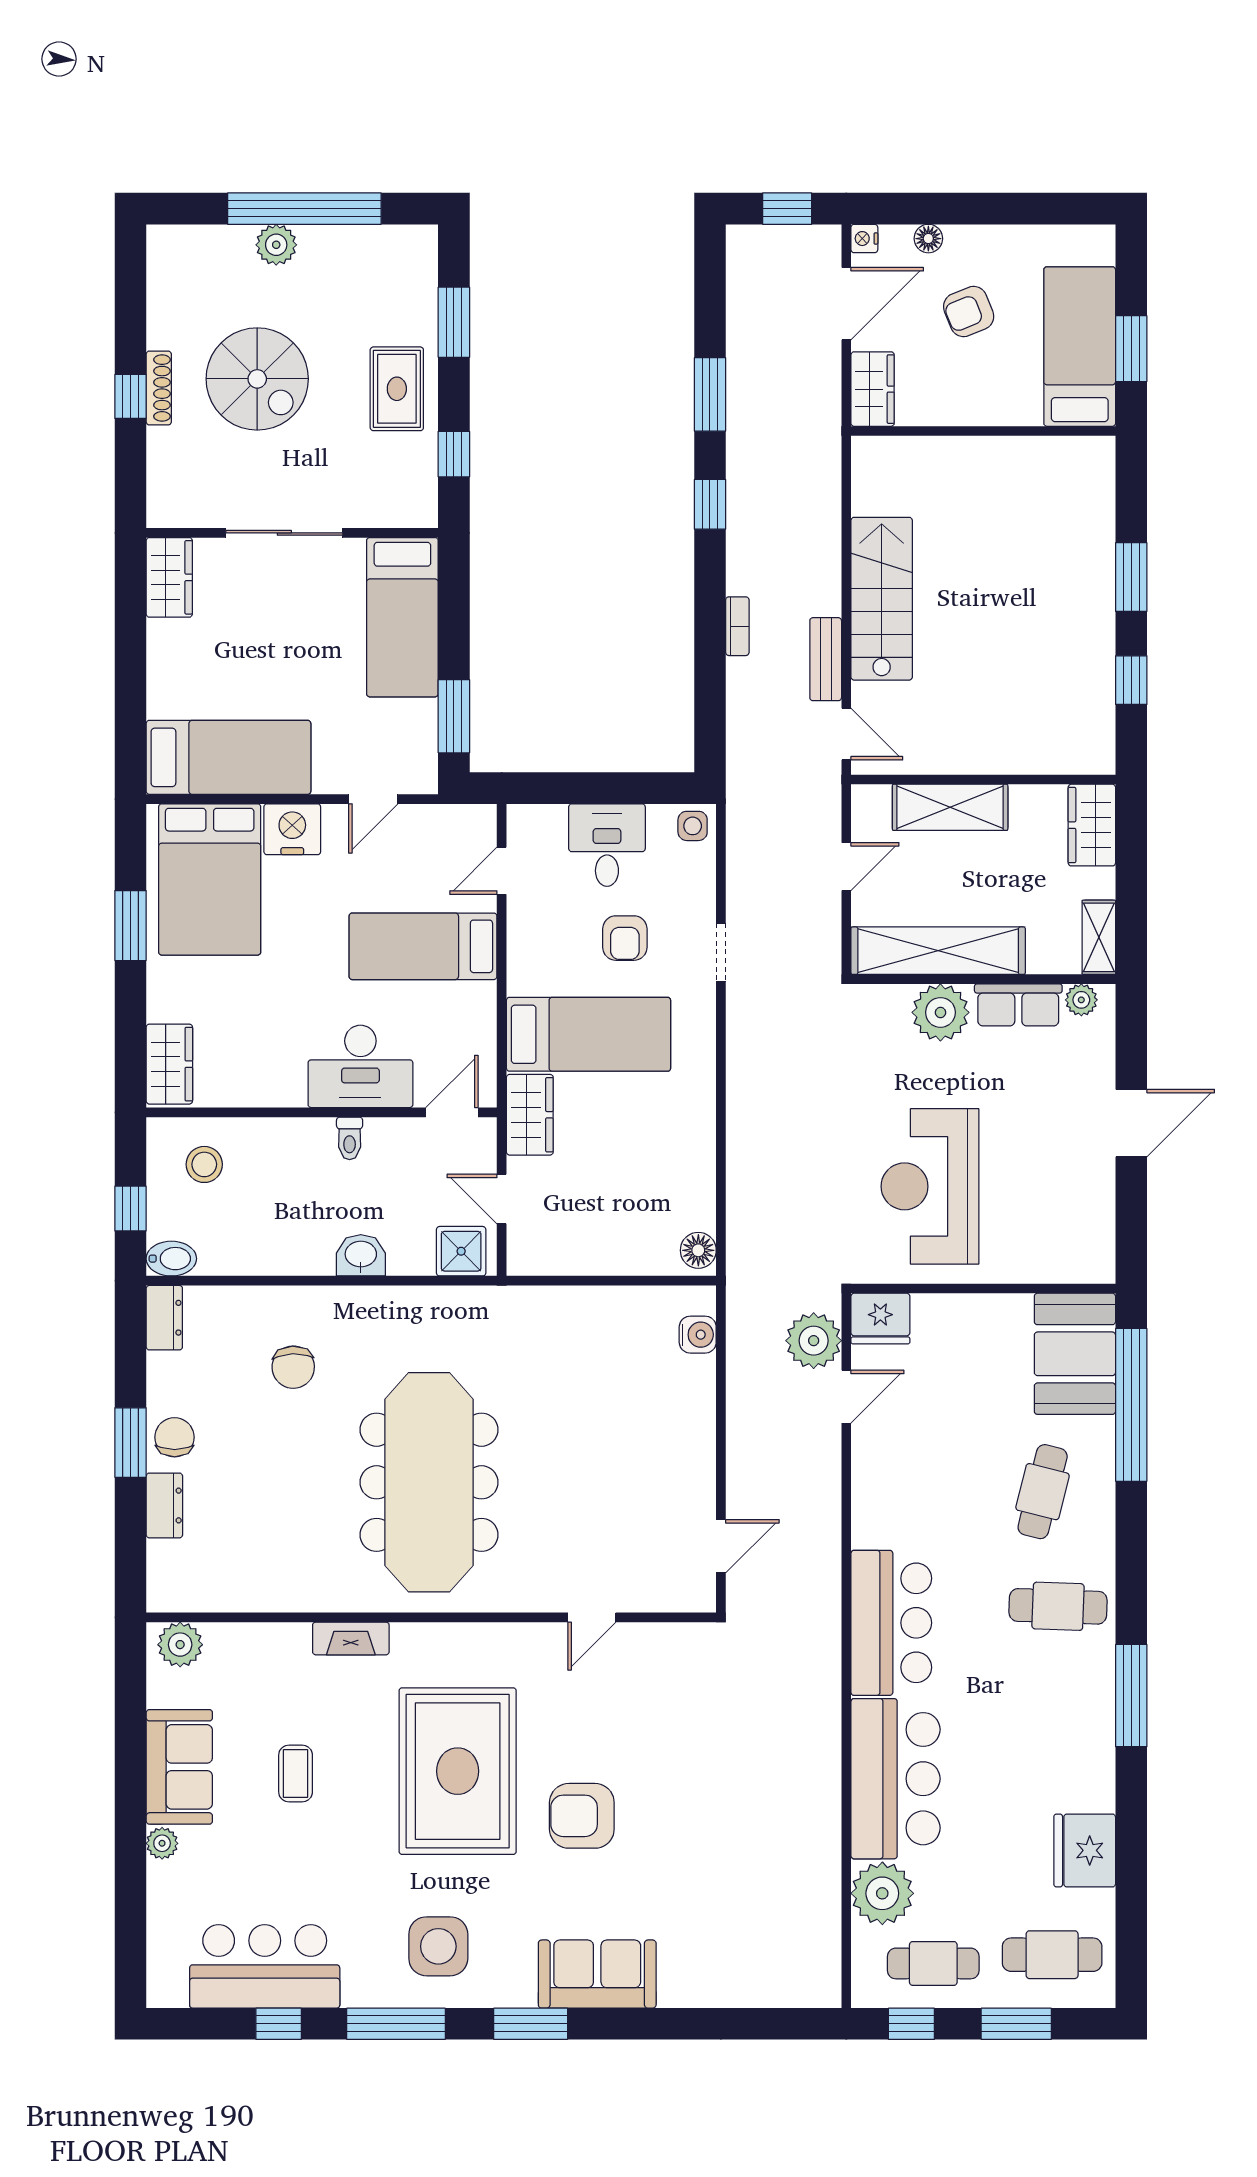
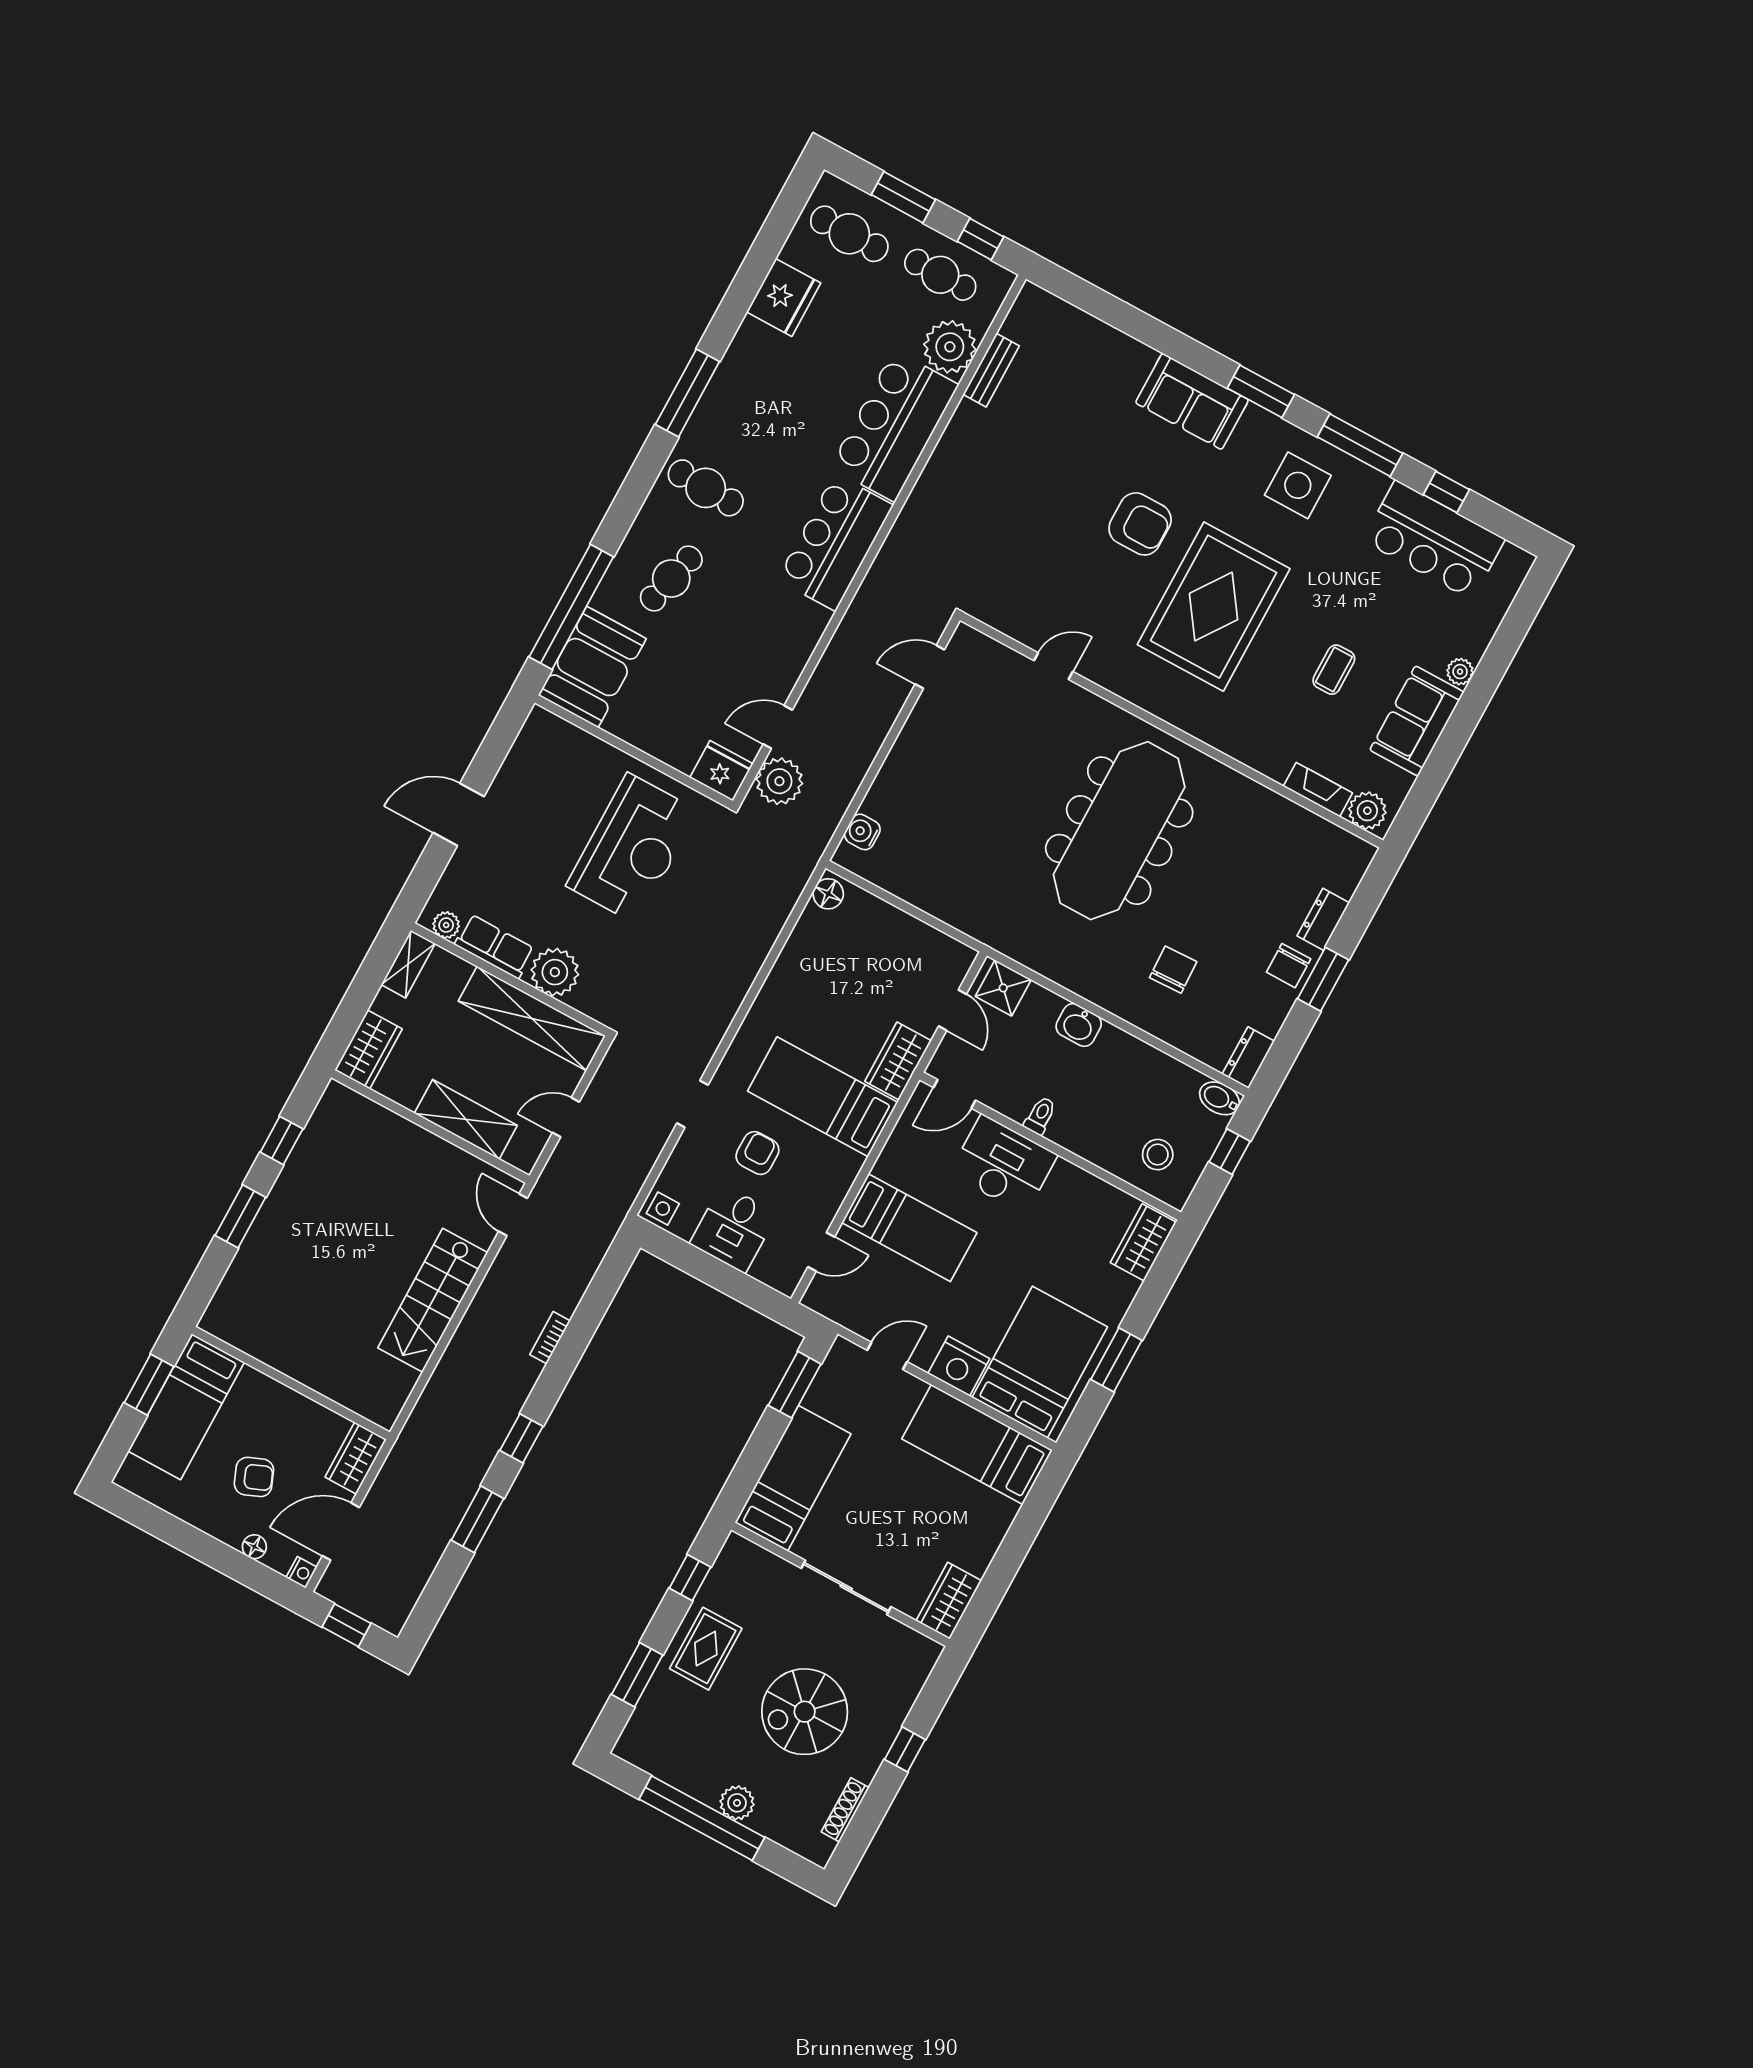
spiral stairs: (257, 379) -> (805, 1712), turned -90
shoe rack: (159, 388) -> (845, 1810), moved
bench: (826, 659) -> (991, 370), moved
fireplace: (351, 1638) -> (1318, 790), moved

